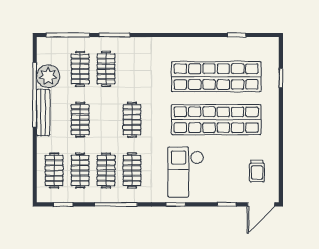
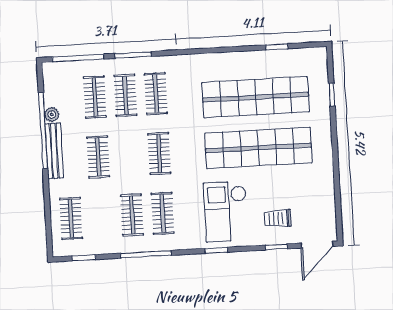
plant: (48, 76) -> (52, 114), width x0.53, depth x0.53
clothes rail: (80, 170) -> (156, 94), moved
trolley: (257, 171) -> (278, 218), moved, turned 90

